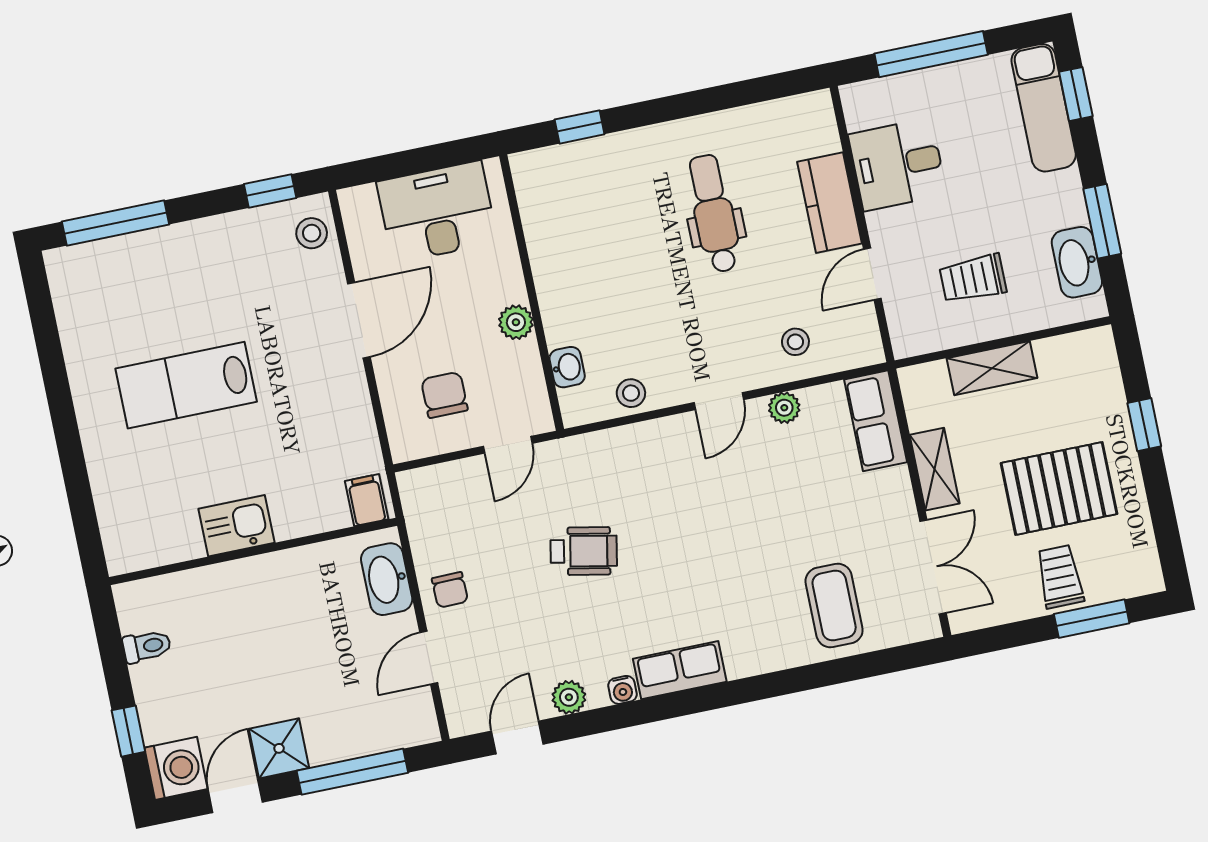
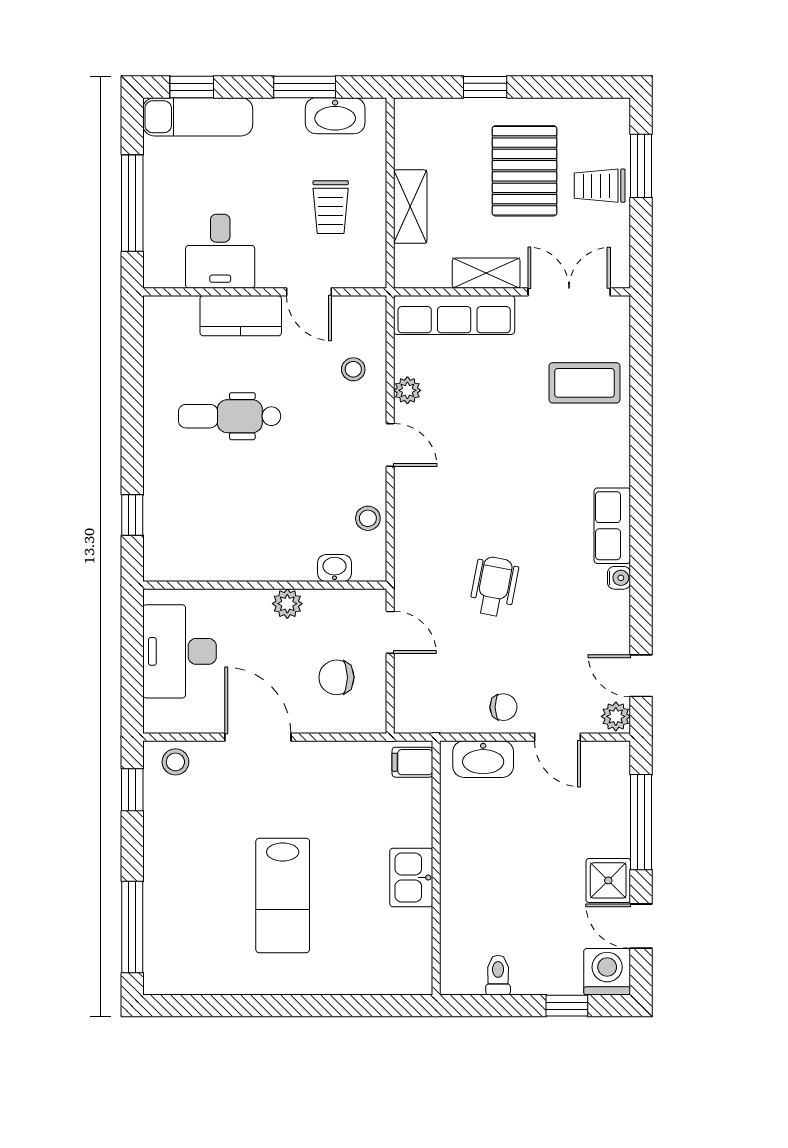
row of seats: (876, 421) -> (454, 315), width x1.48
plant: (569, 697) -> (616, 716), moved

